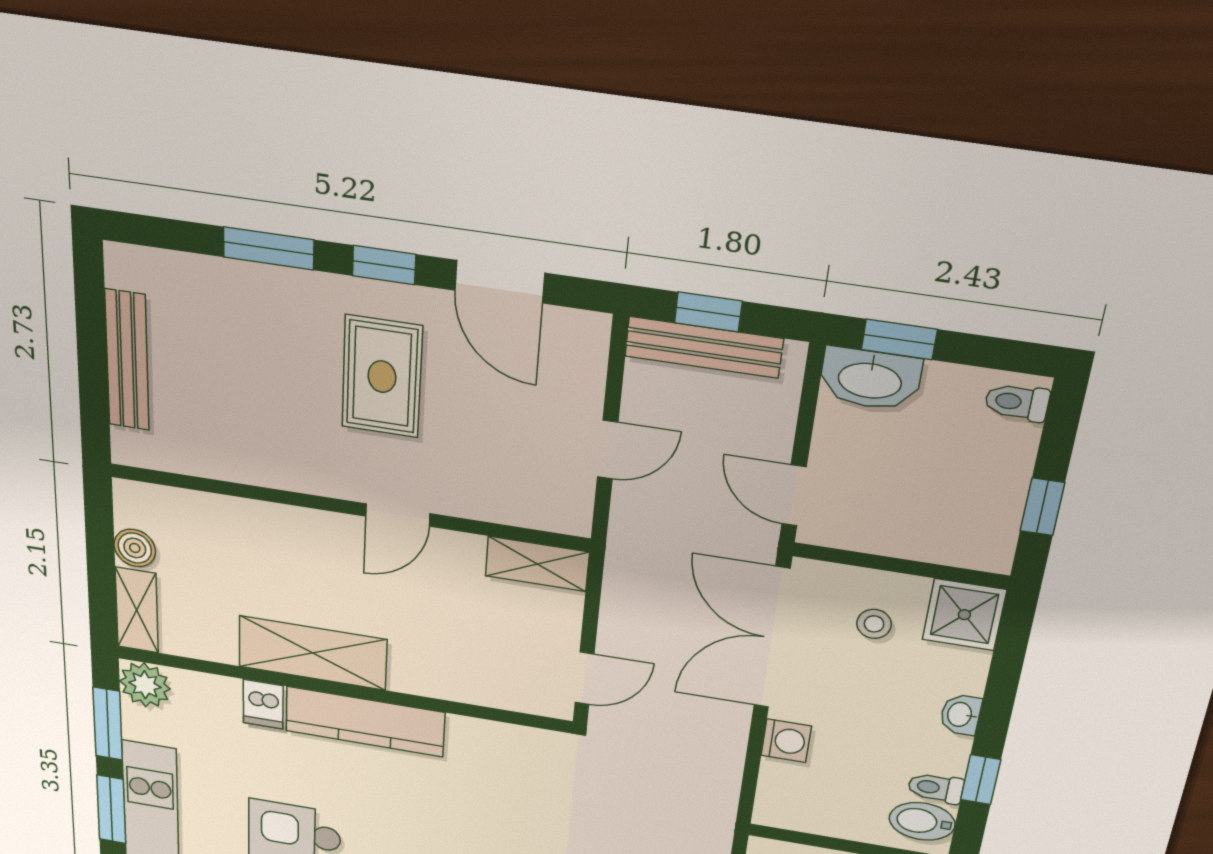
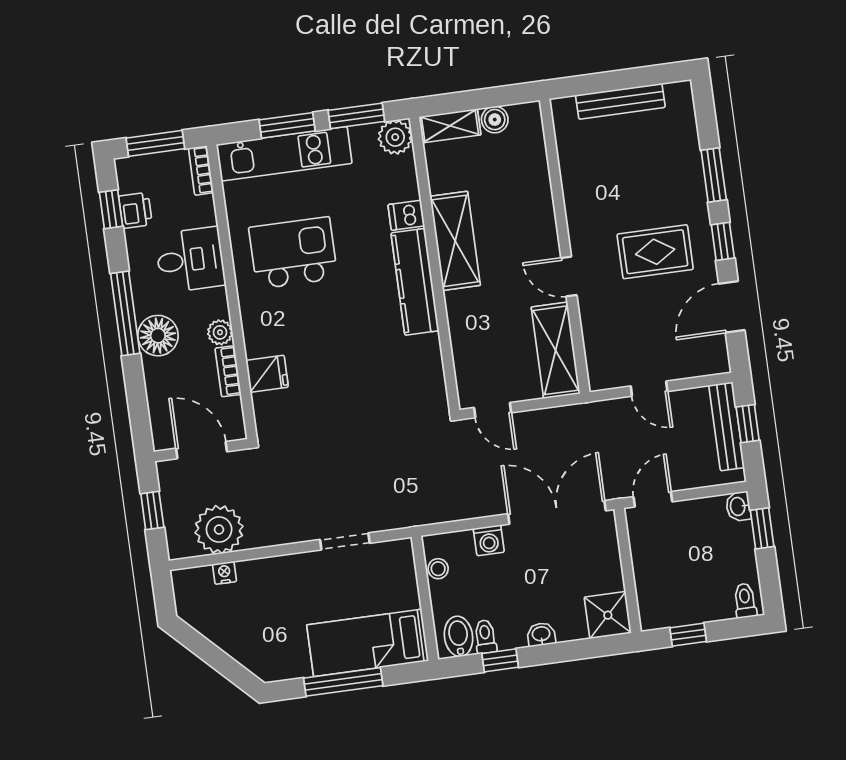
washbasin: (870, 379) -> (738, 506), width x0.52, depth x0.69
shelving: (537, 564) -> (556, 350), width x1.50, depth x1.33
stool: (874, 624) -> (438, 569), moved

